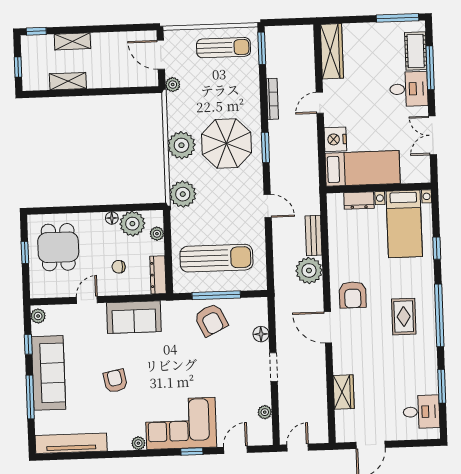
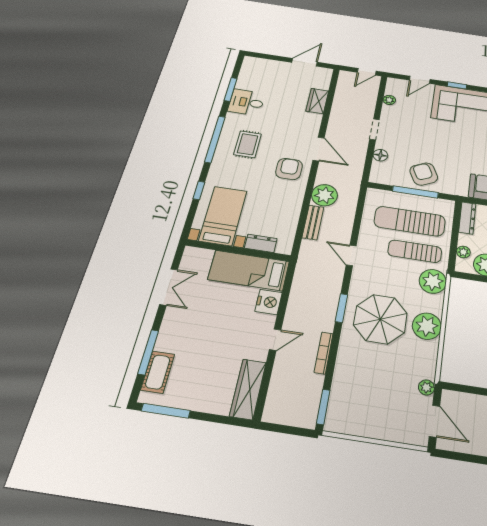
sun lounger: (223, 48) -> (415, 251), moved
desk: (409, 89) -> (178, 335), removed
desk: (421, 412) -> (246, 102), moved

